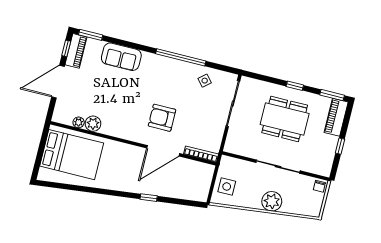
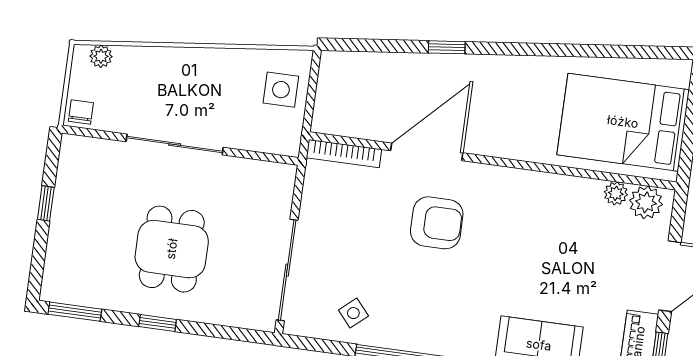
piano: (336, 117) -> (61, 265), removed
dining table: (285, 119) -> (172, 249), width x0.73
plant: (93, 124) -> (646, 202), moved
plant: (272, 201) -> (101, 56), moved, width x0.53, depth x0.53

